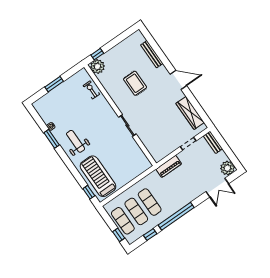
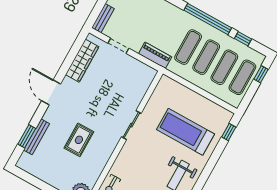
window: (156, 47) -> (27, 136), added
treadmill: (98, 176) -> (185, 132), moved, turned 90
exercise mat: (163, 193) -> (188, 47), added

